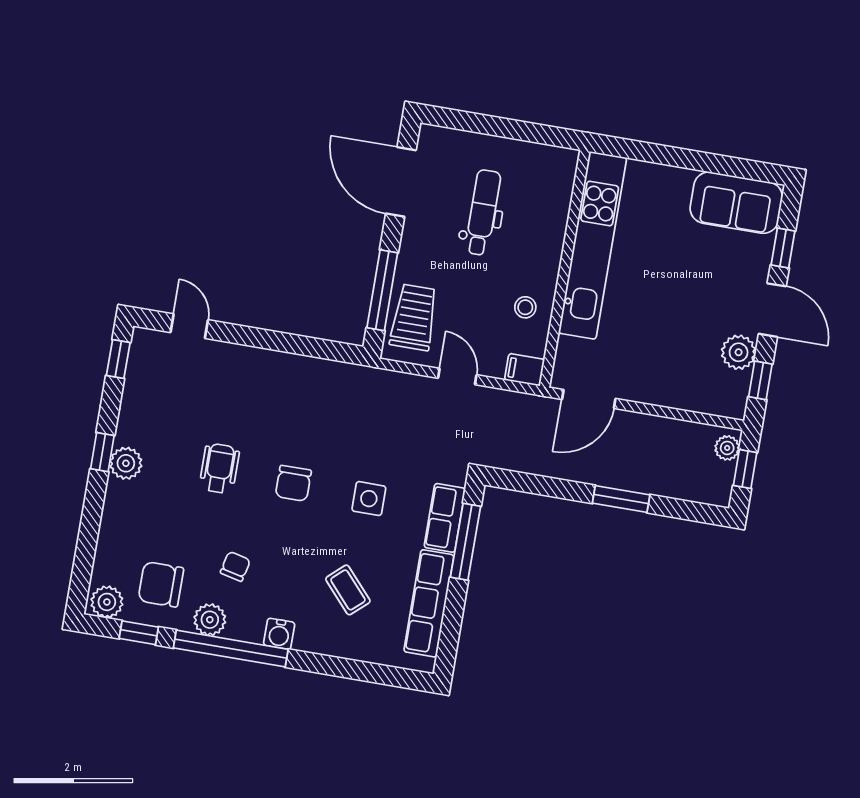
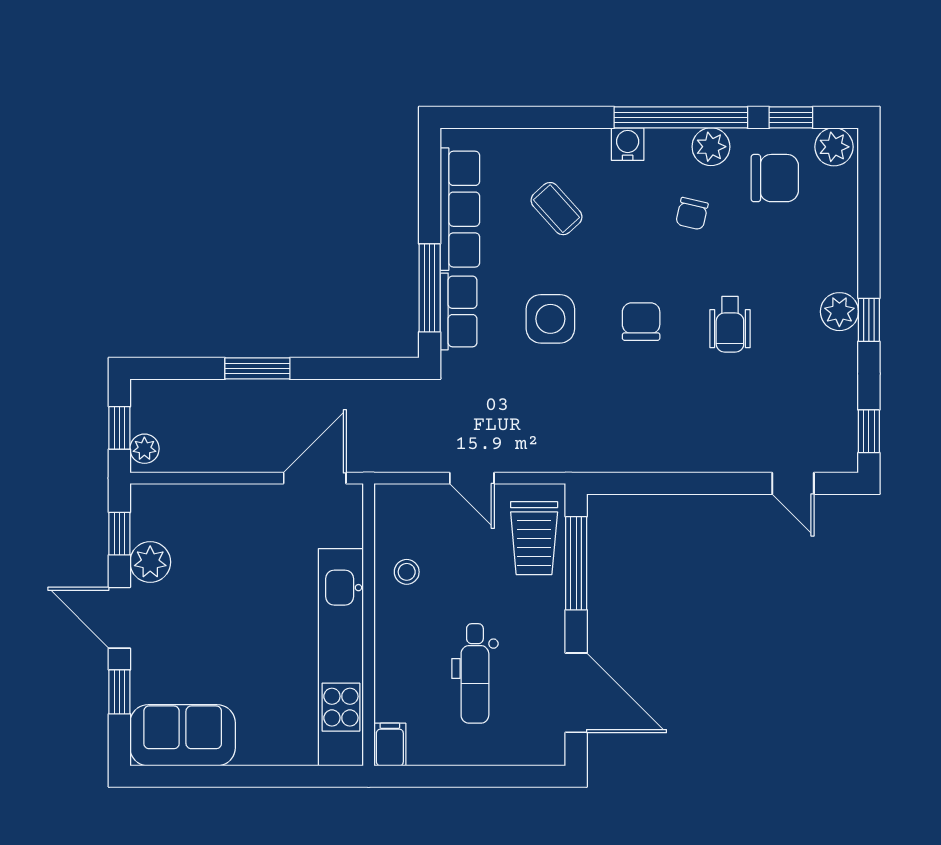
filing cabinet: (525, 370) -> (390, 744), moved, turned -90
side table: (369, 499) -> (550, 319), width x1.37, depth x1.37

